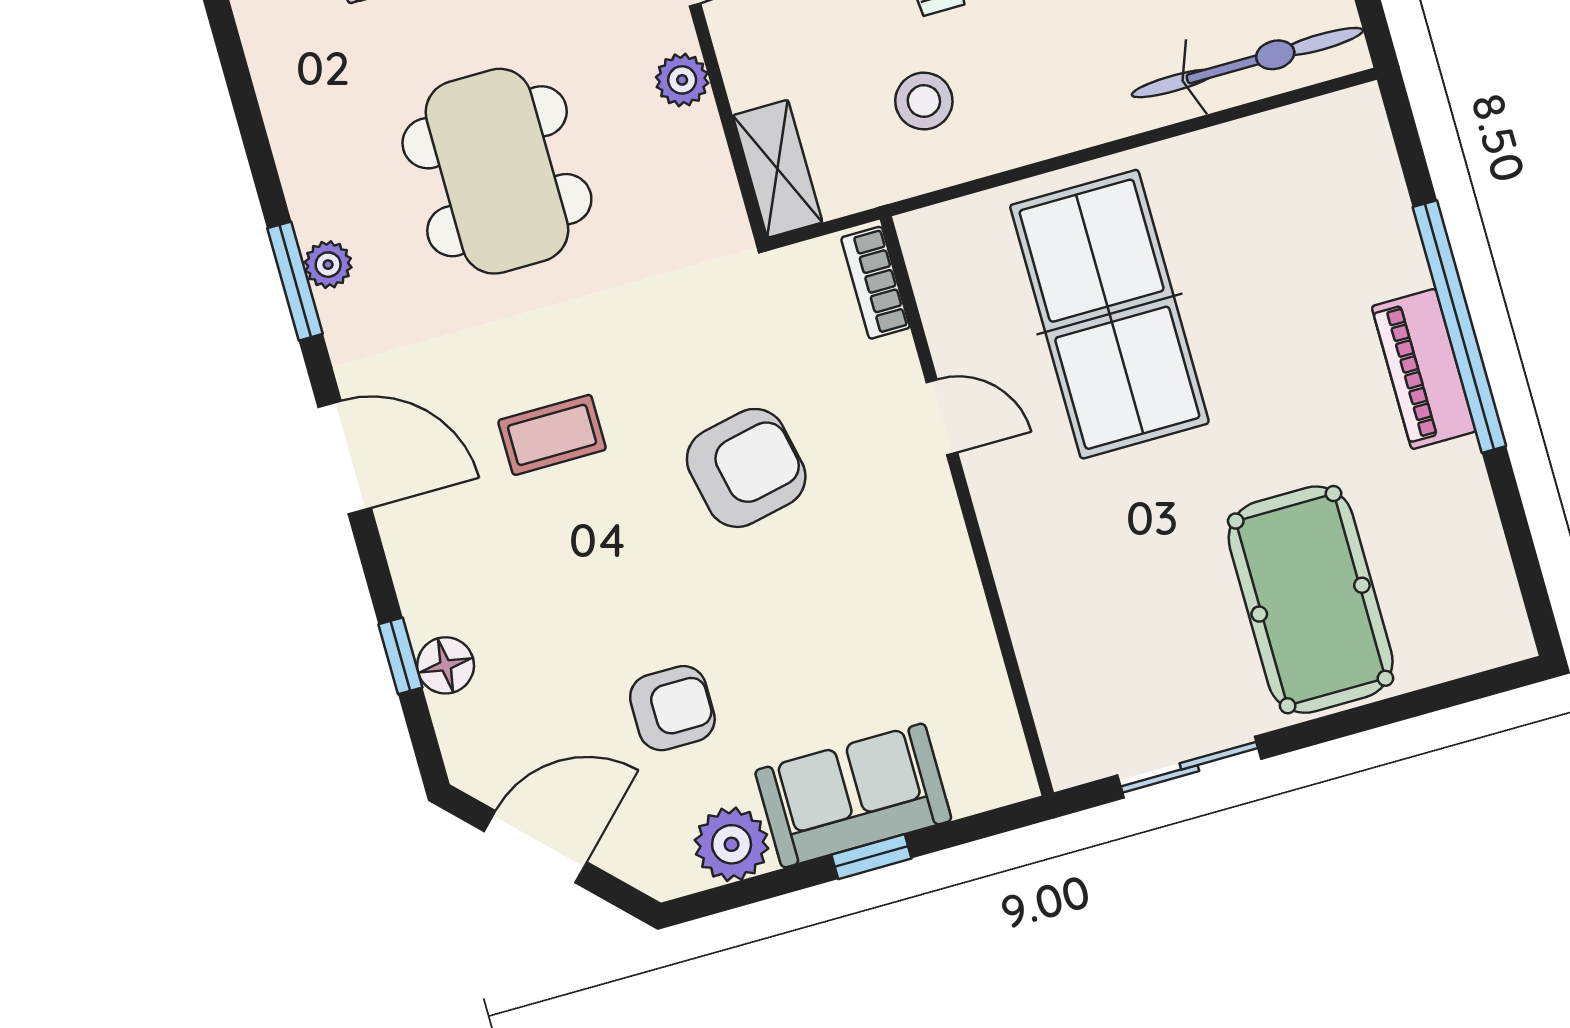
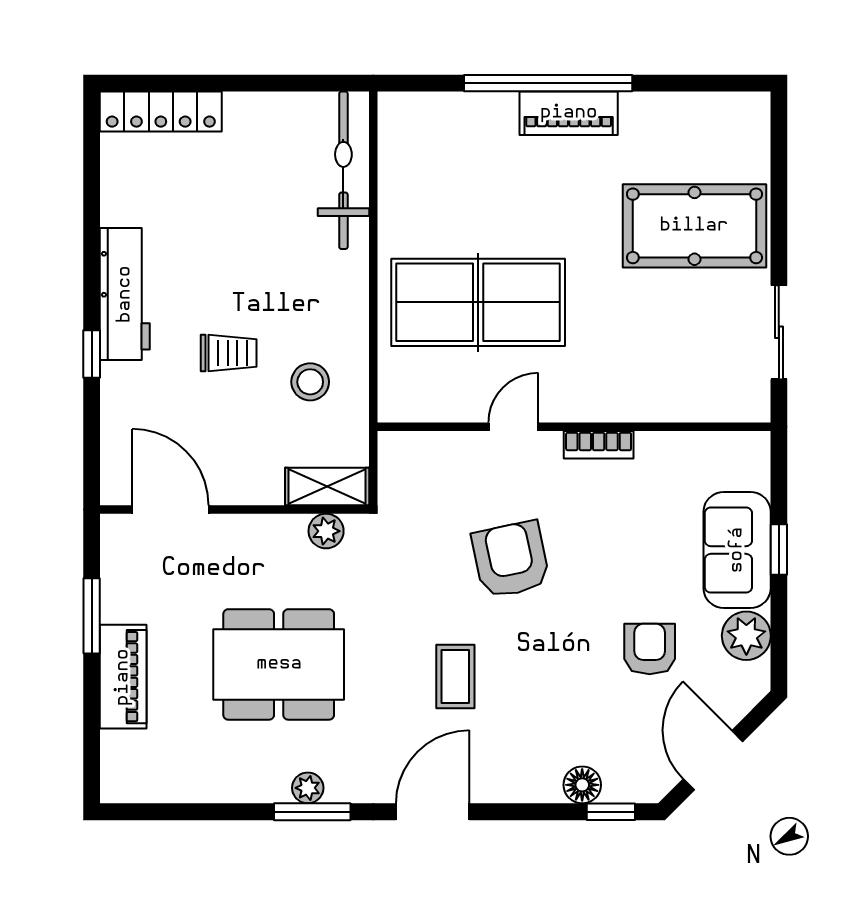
plant: (682, 80) -> (326, 531), moved
bookcase: (875, 283) -> (599, 445), moved
window: (400, 656) -> (611, 812), moved

